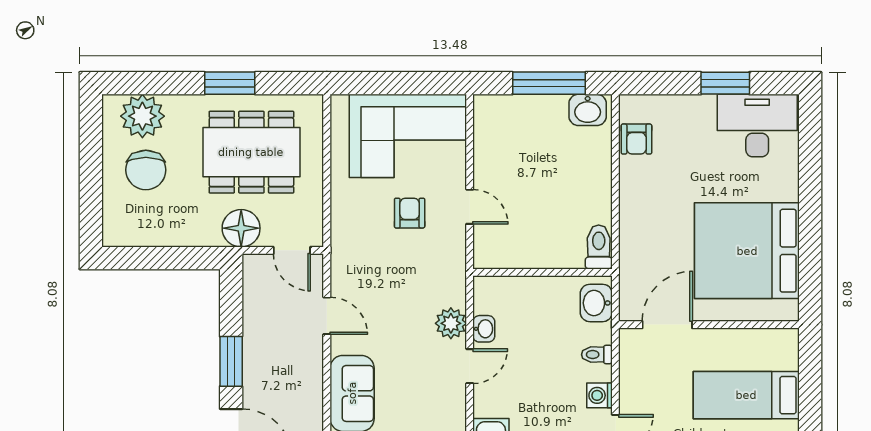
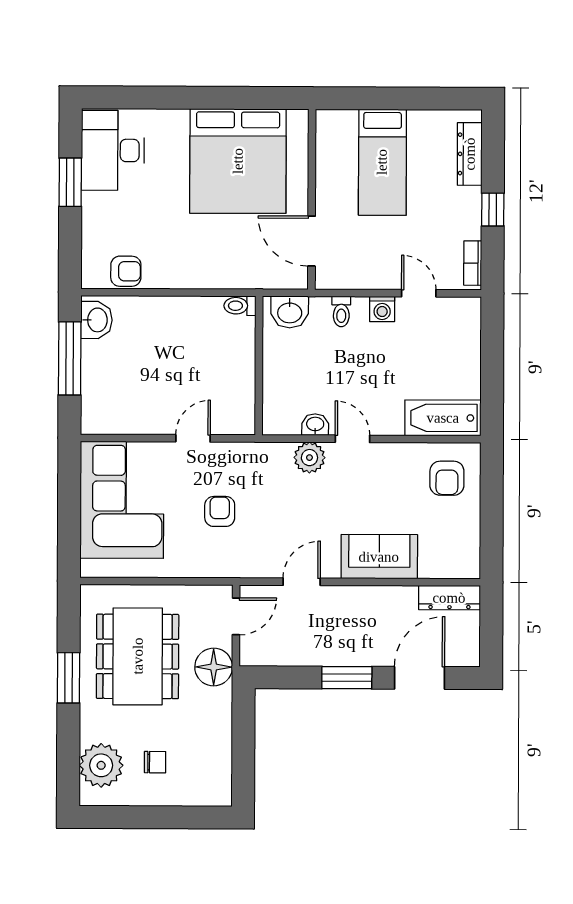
chair: (146, 170) -> (155, 762), width x0.54, depth x0.54
armchair: (410, 213) -> (220, 511), moved, turned 90
toilet: (599, 247) -> (240, 306), width x0.73, depth x0.72

